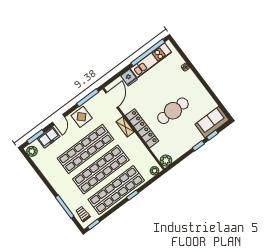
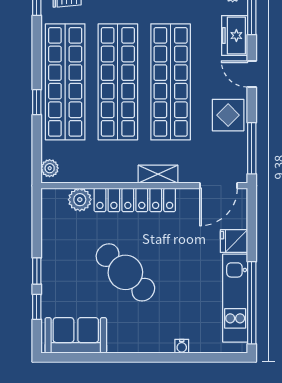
door: (112, 100) -> (218, 186), hinge flipped
cafe table: (173, 111) -> (125, 272), turned -46
sofa: (212, 122) -> (76, 335), moved, turned -90
plant: (166, 160) -> (80, 200), moved

